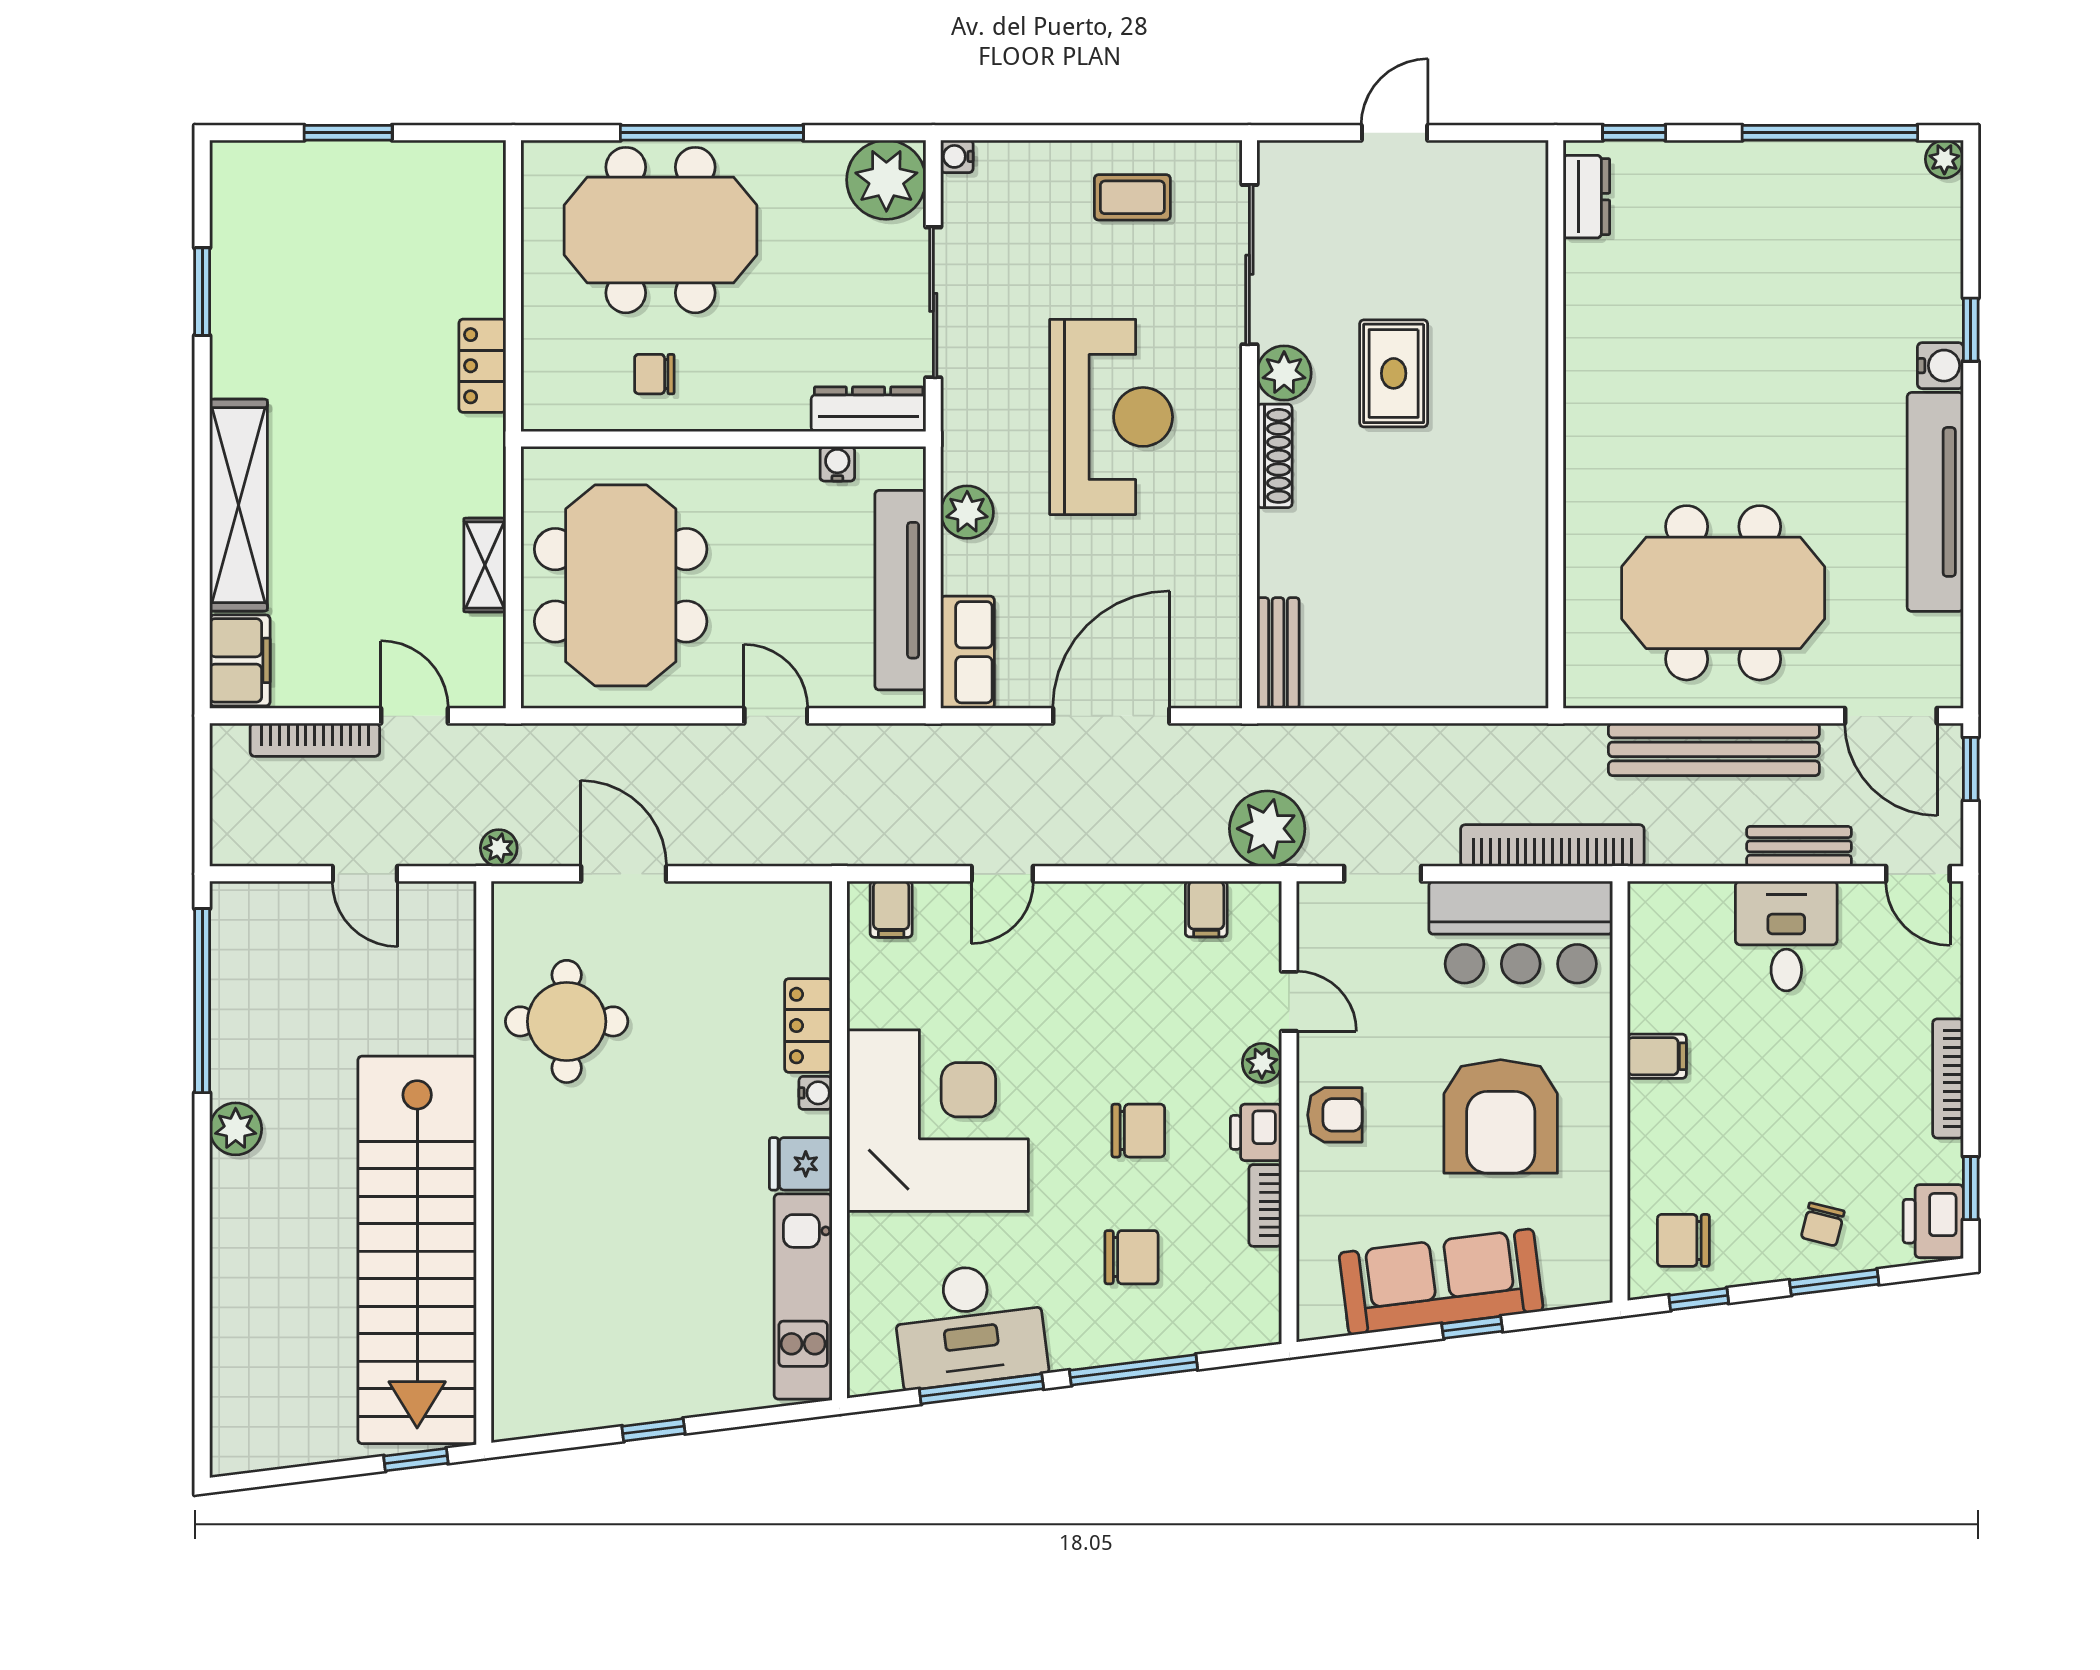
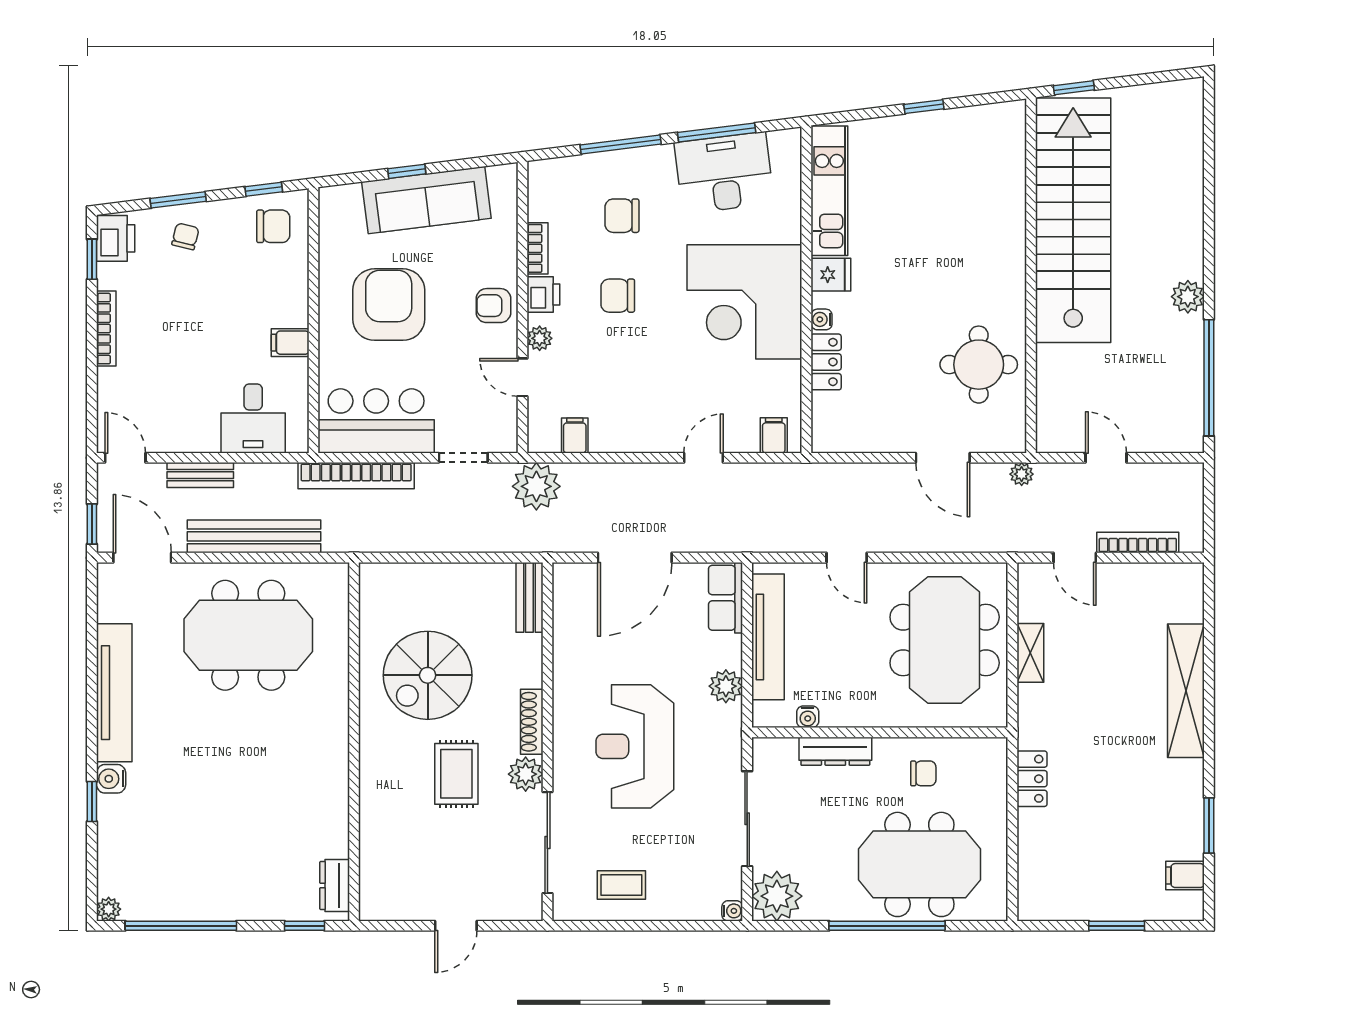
dresser: (869, 409) -> (835, 751), moved
spiral stairs: (1439, 529) -> (428, 675), added
filing cabinet: (240, 660) -> (1185, 876), moved, width x0.50
desk: (1786, 936) -> (253, 419), moved

